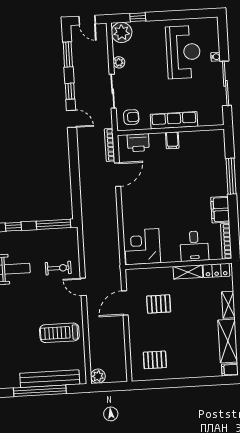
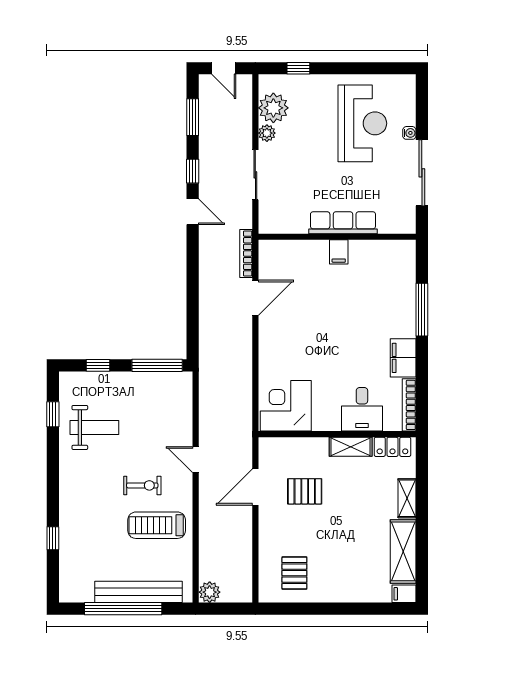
plant: (122, 32) -> (273, 108), moved
armchair: (131, 117) -> (280, 214), removed
printer: (138, 143) -> (288, 253), removed
exercise bike: (58, 268) -> (142, 485), moved
pallet: (155, 360) -> (294, 573), turned 90

